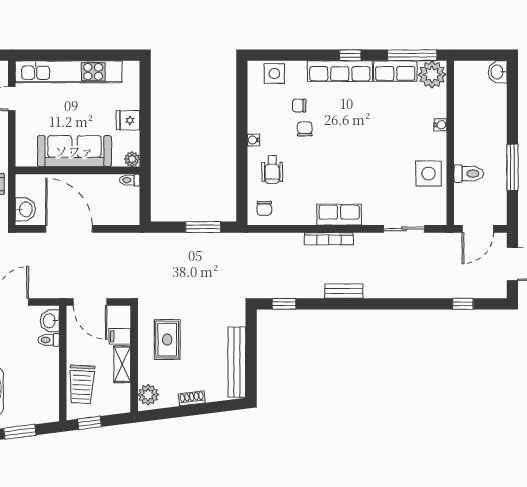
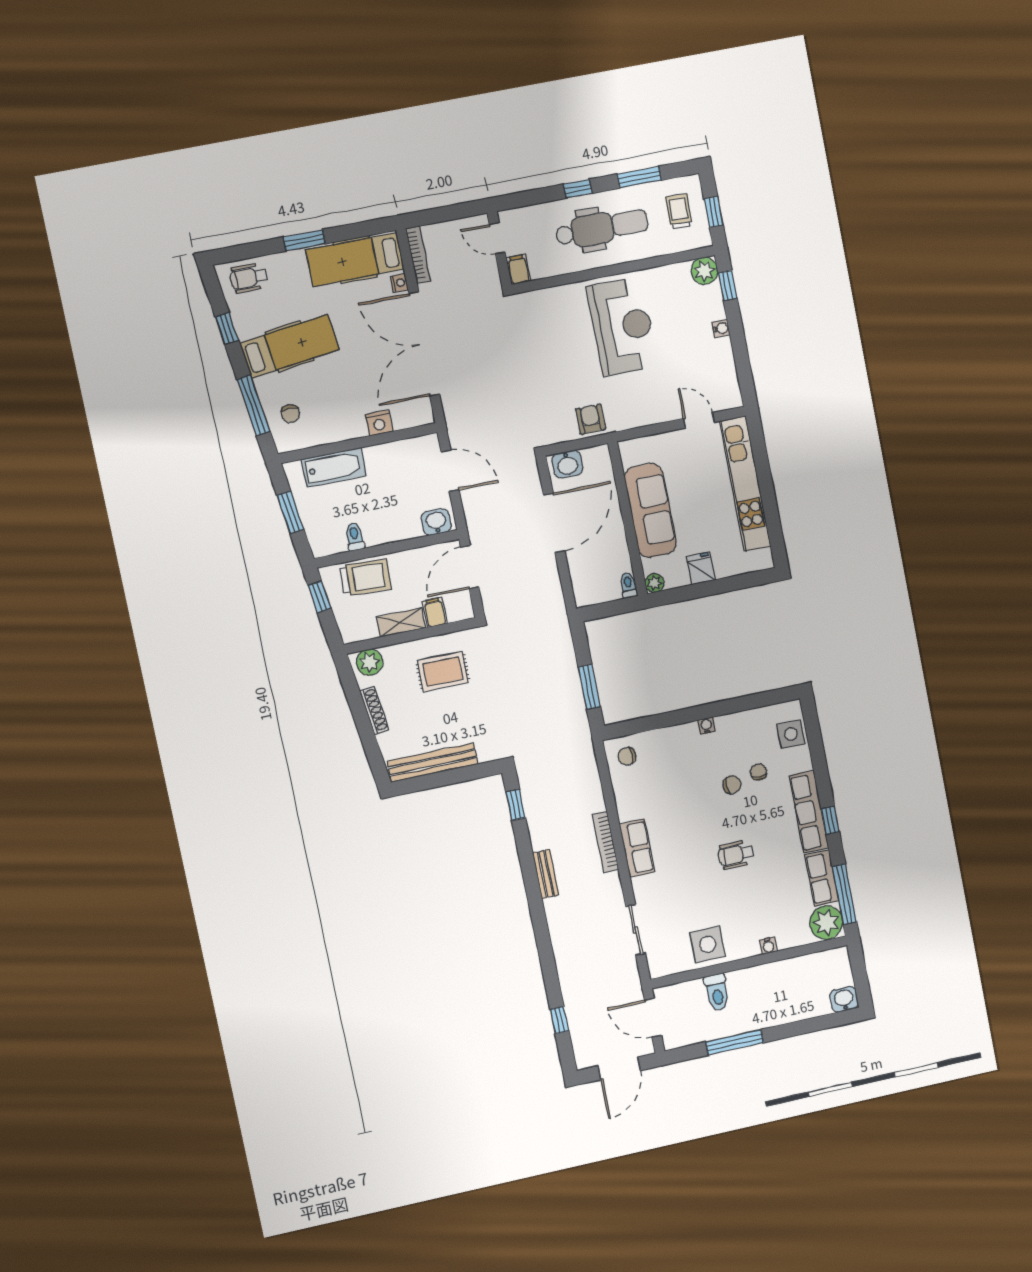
wheelchair: (272, 170) -> (736, 855), moved
toilet: (49, 340) -> (355, 537), moved
trolley: (82, 384) -> (365, 577), turned 180
shoe rack: (192, 398) -> (374, 710), width x1.43

